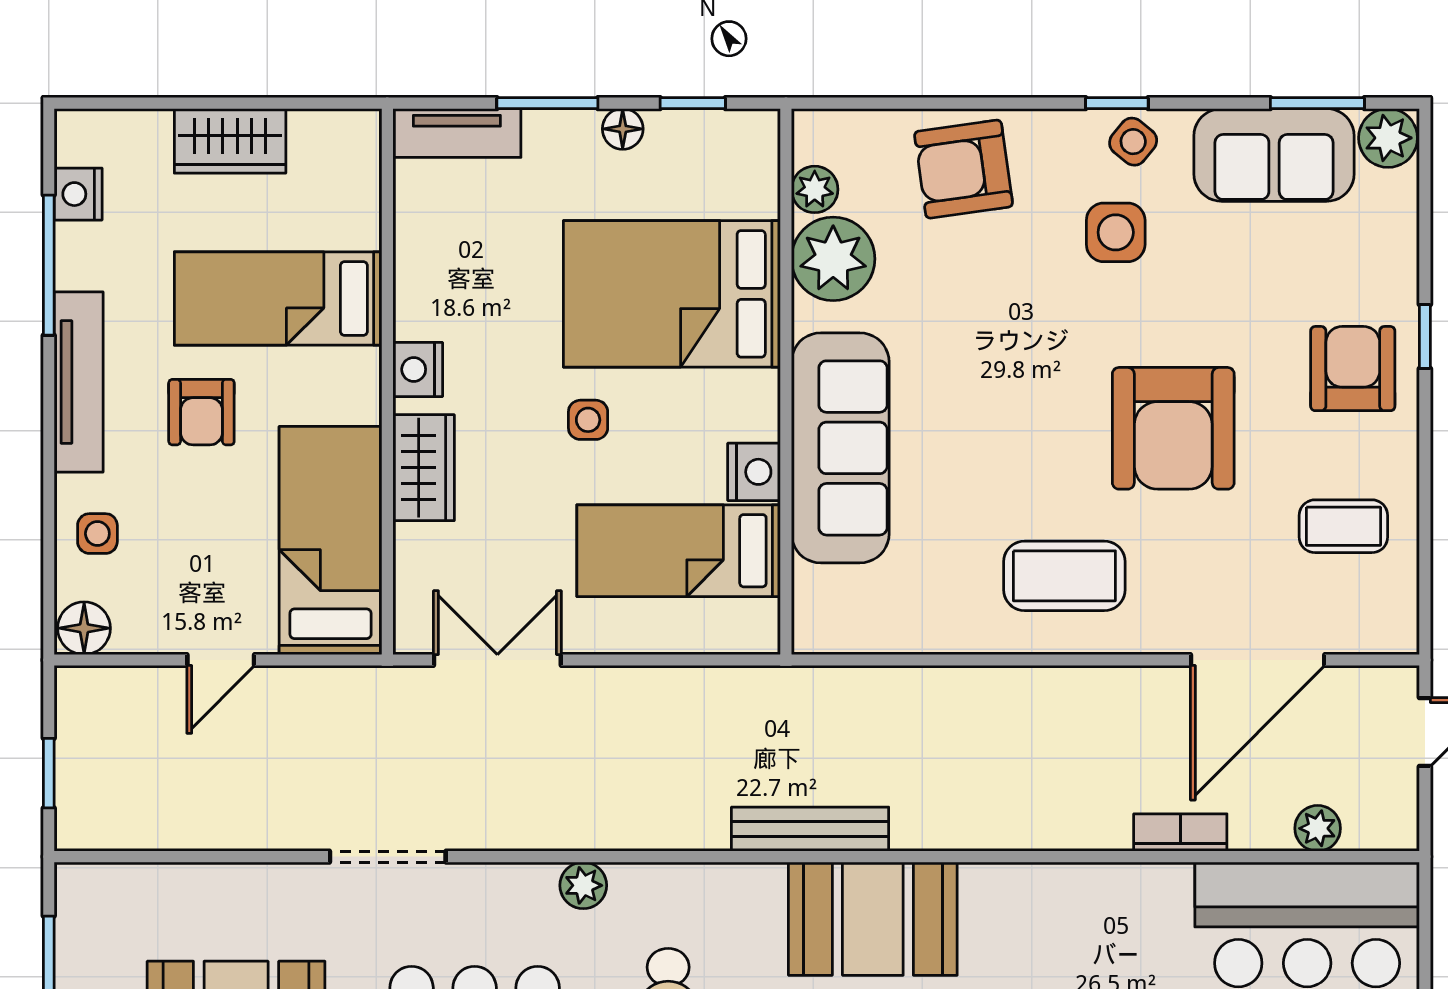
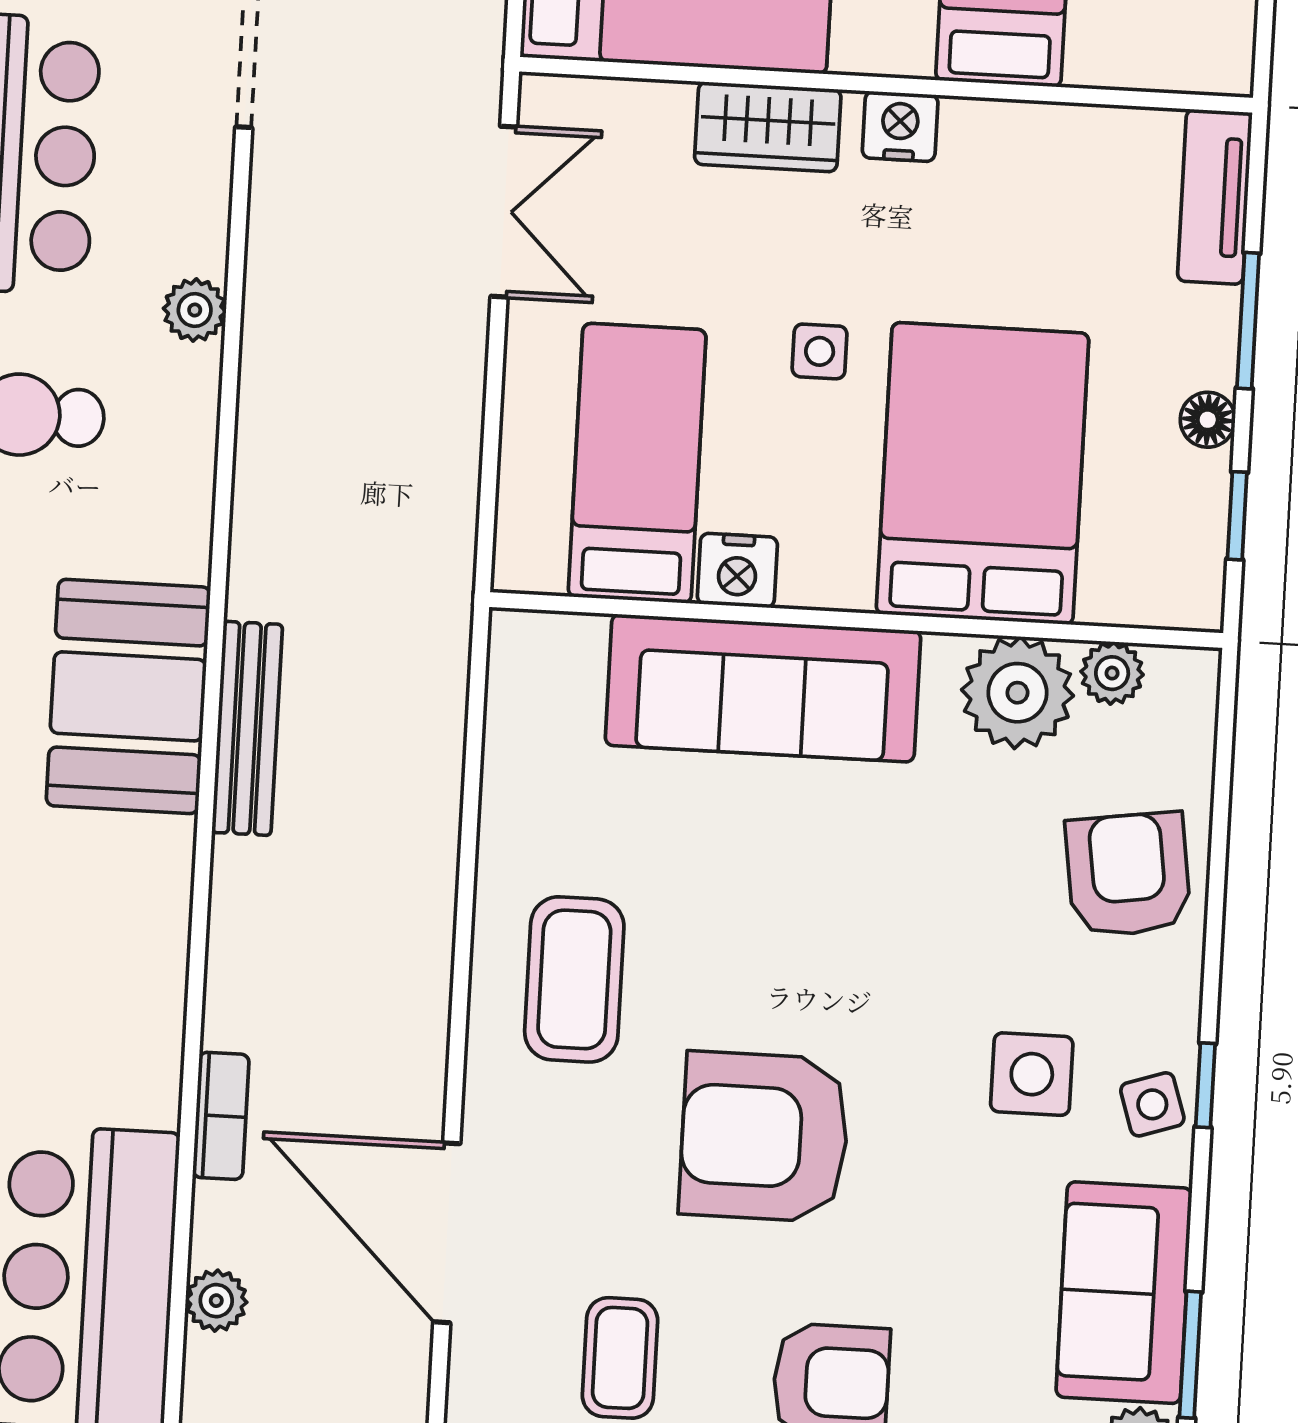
side table: (1133, 142) -> (1152, 1104), turned 33
bench: (810, 829) -> (247, 728), moved

